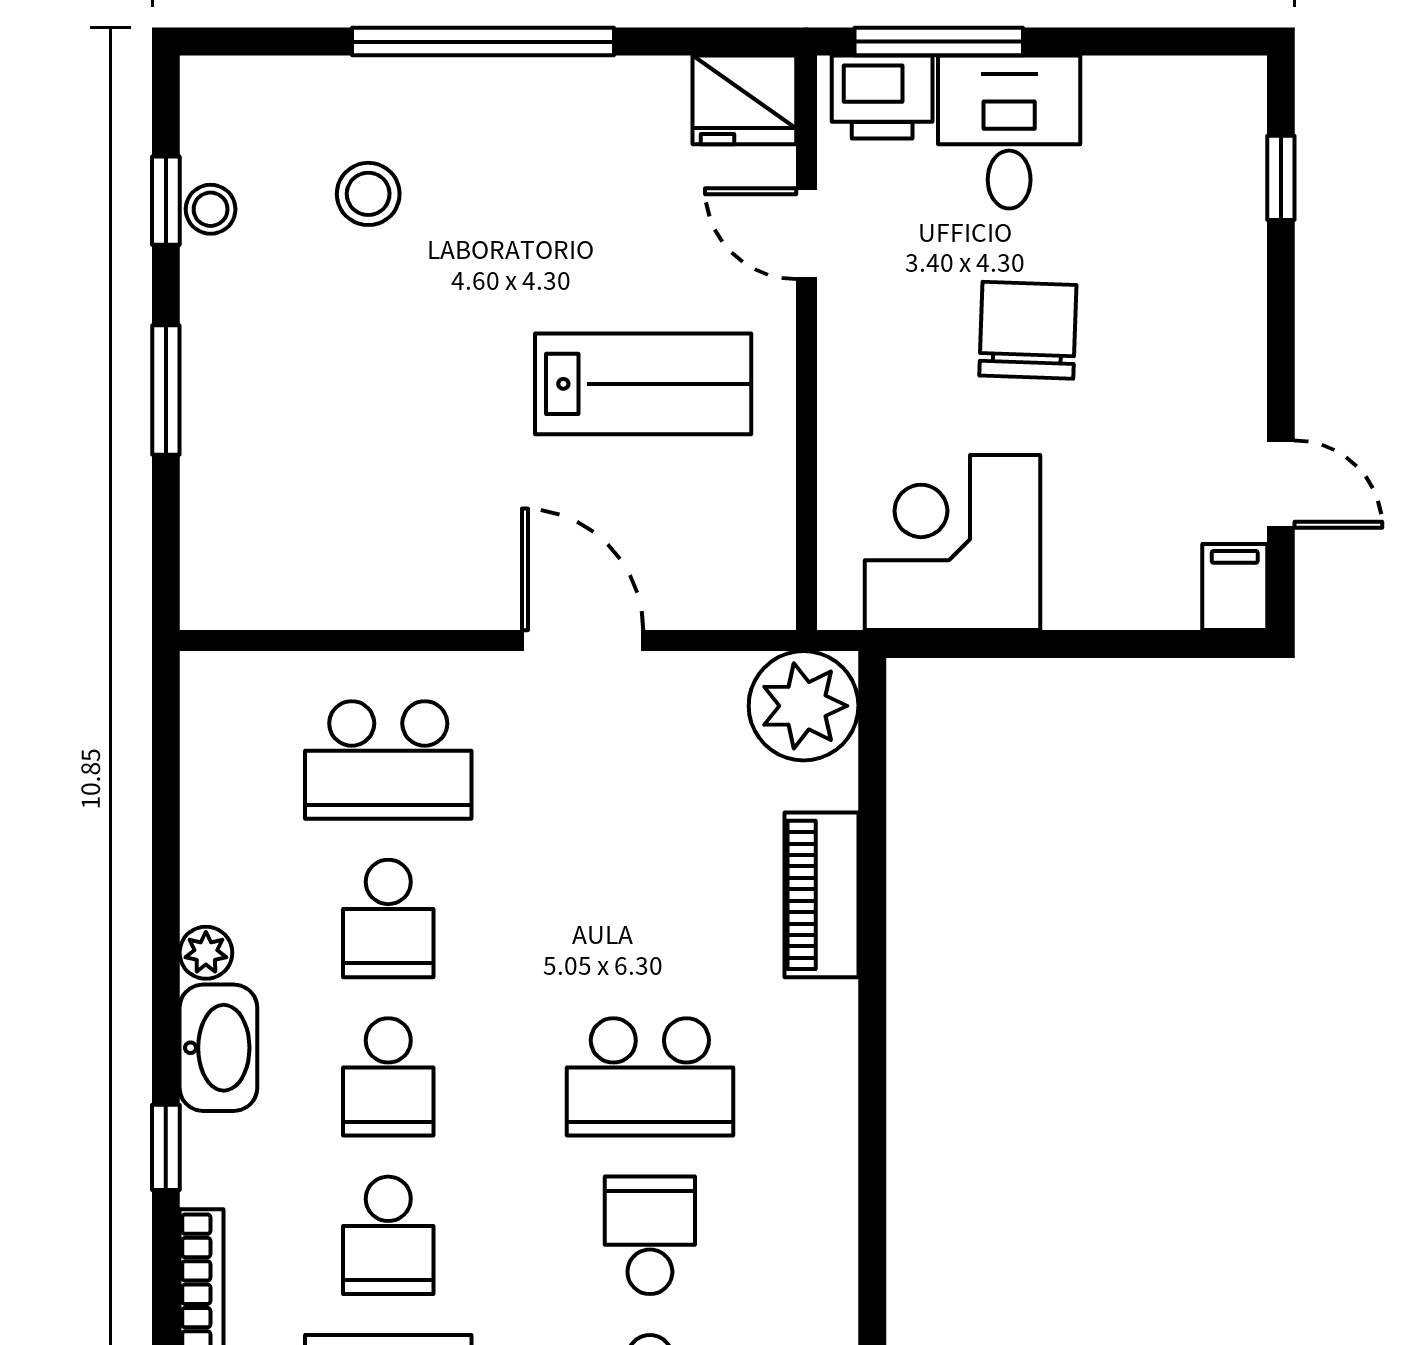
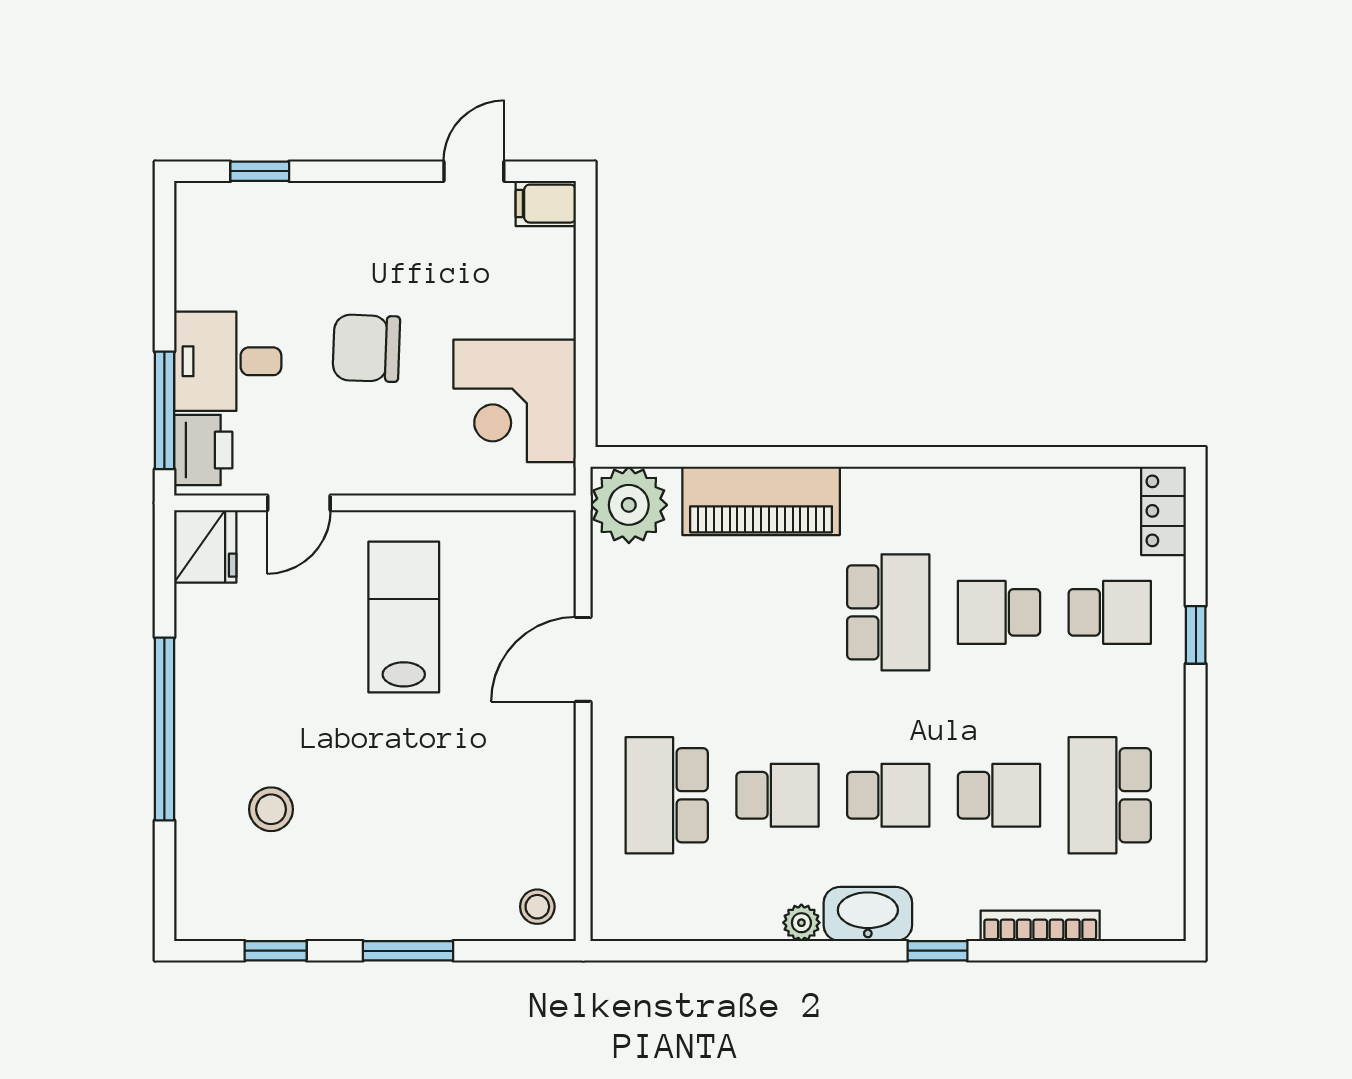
stool: (211, 209) -> (537, 907), moved
school desk: (388, 760) -> (667, 795), turned 180
piano: (822, 895) -> (761, 501), width x1.37, depth x1.33

